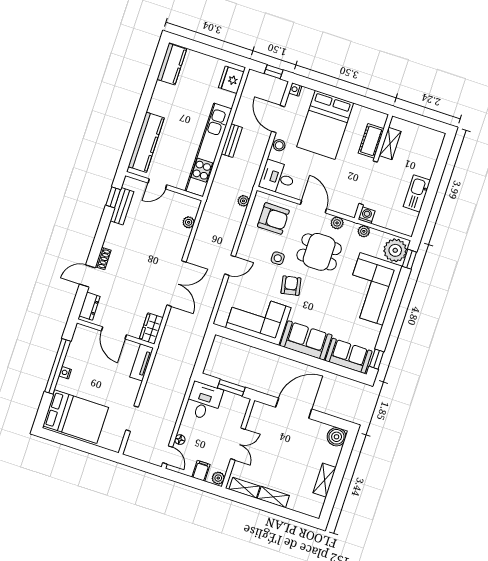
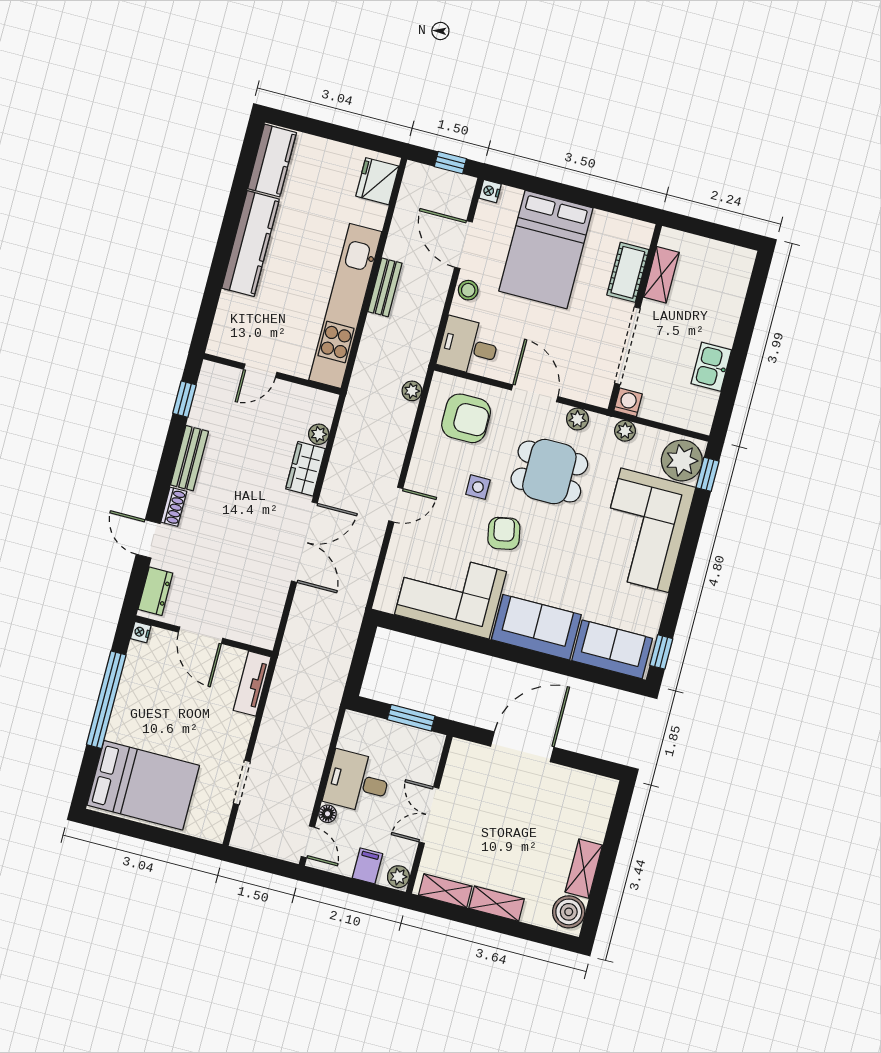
kitchen counter: (146, 142) -> (251, 244), moved
kitchen sink: (417, 193) -> (711, 367), width x0.73
bench: (122, 206) -> (189, 458), moved
door: (87, 276) -> (148, 539), hinge flipped
wardrobe: (151, 328) -> (306, 469), moved
nightstand: (65, 373) -> (141, 632), moved
desk: (204, 401) -> (357, 782), moved, turned -90
boiler: (337, 437) -> (569, 912), moved
double door: (238, 444) -> (429, 815), swing flipped

